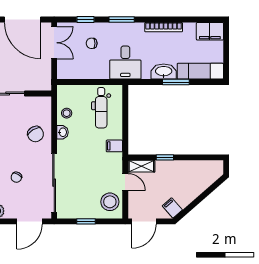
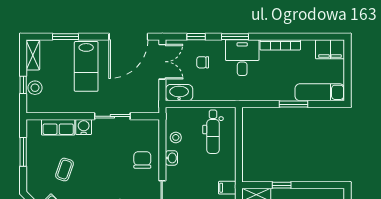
door: (23, 20) -> (128, 37), hinge flipped
desk: (125, 63) -> (242, 58), moved, turned 180
washbasin: (164, 72) -> (179, 93), moved
chair: (36, 134) -> (142, 160), turned -149
filing cabinet: (114, 146) -> (227, 188), moved

